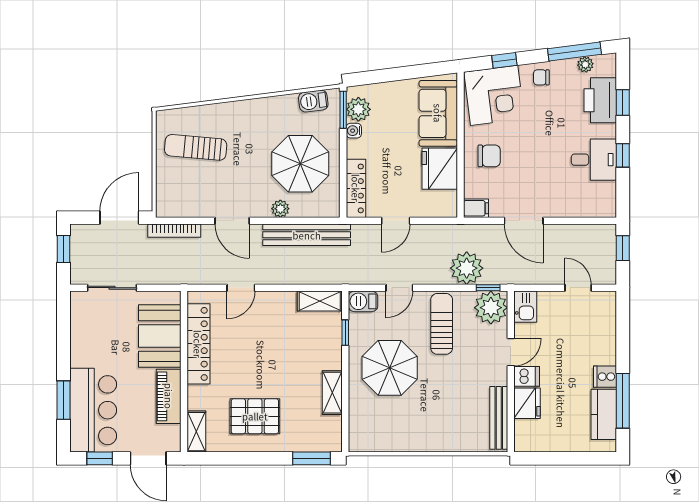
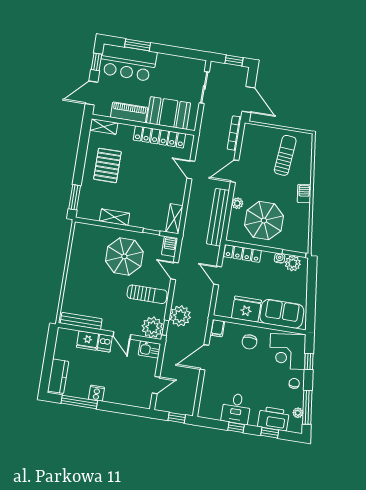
barbecue: (313, 101) -> (304, 194), moved
kitchen counter: (604, 414) -> (58, 376), moved, turned 90

